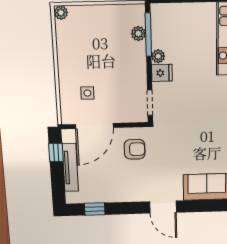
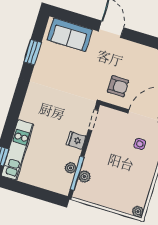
plant: (158, 56) -> (71, 168), moved
armchair: (135, 149) -> (118, 86), turned 180

